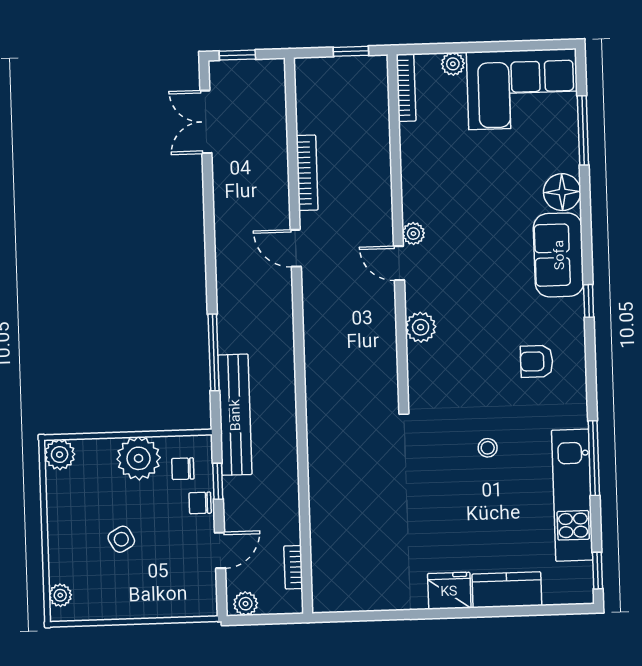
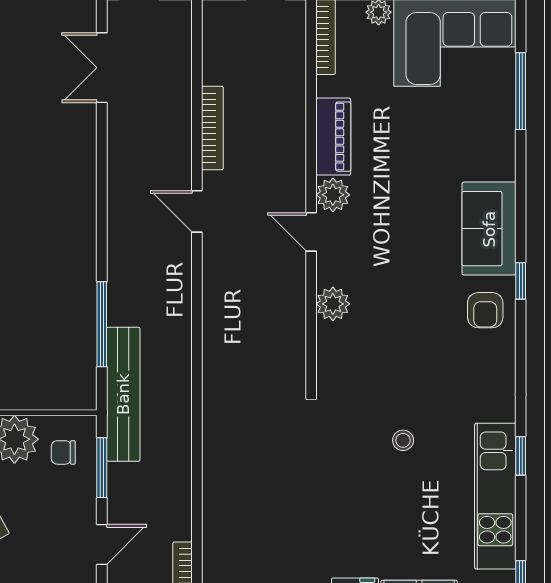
piano: (416, 177) -> (333, 137), added
floor lamp: (562, 192) -> (495, 159), removed
plant: (413, 234) -> (333, 195), width x1.38, depth x1.38
armchair: (537, 361) -> (485, 310), moved, turned -90
window: (594, 458) -> (521, 456), width x0.46
window: (218, 481) -> (102, 468), width x1.50
chair: (200, 503) -> (81, 491), removed

